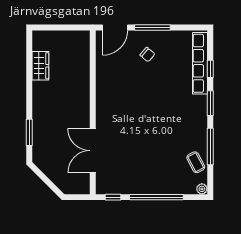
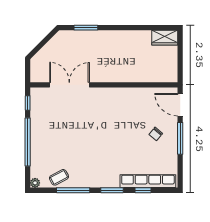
wardrobe: (40, 66) -> (165, 38), moved

